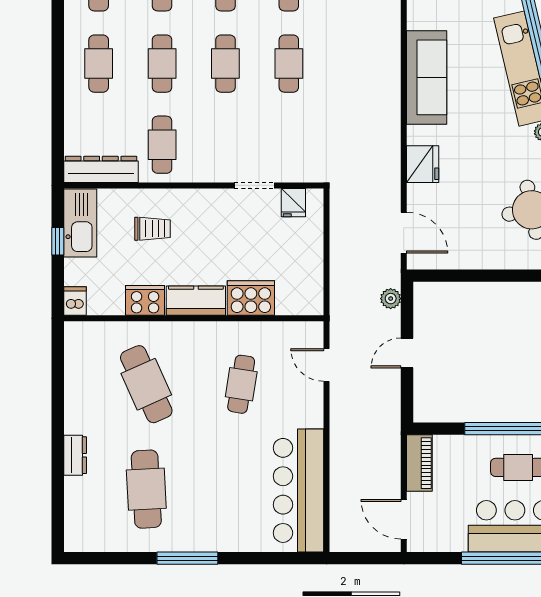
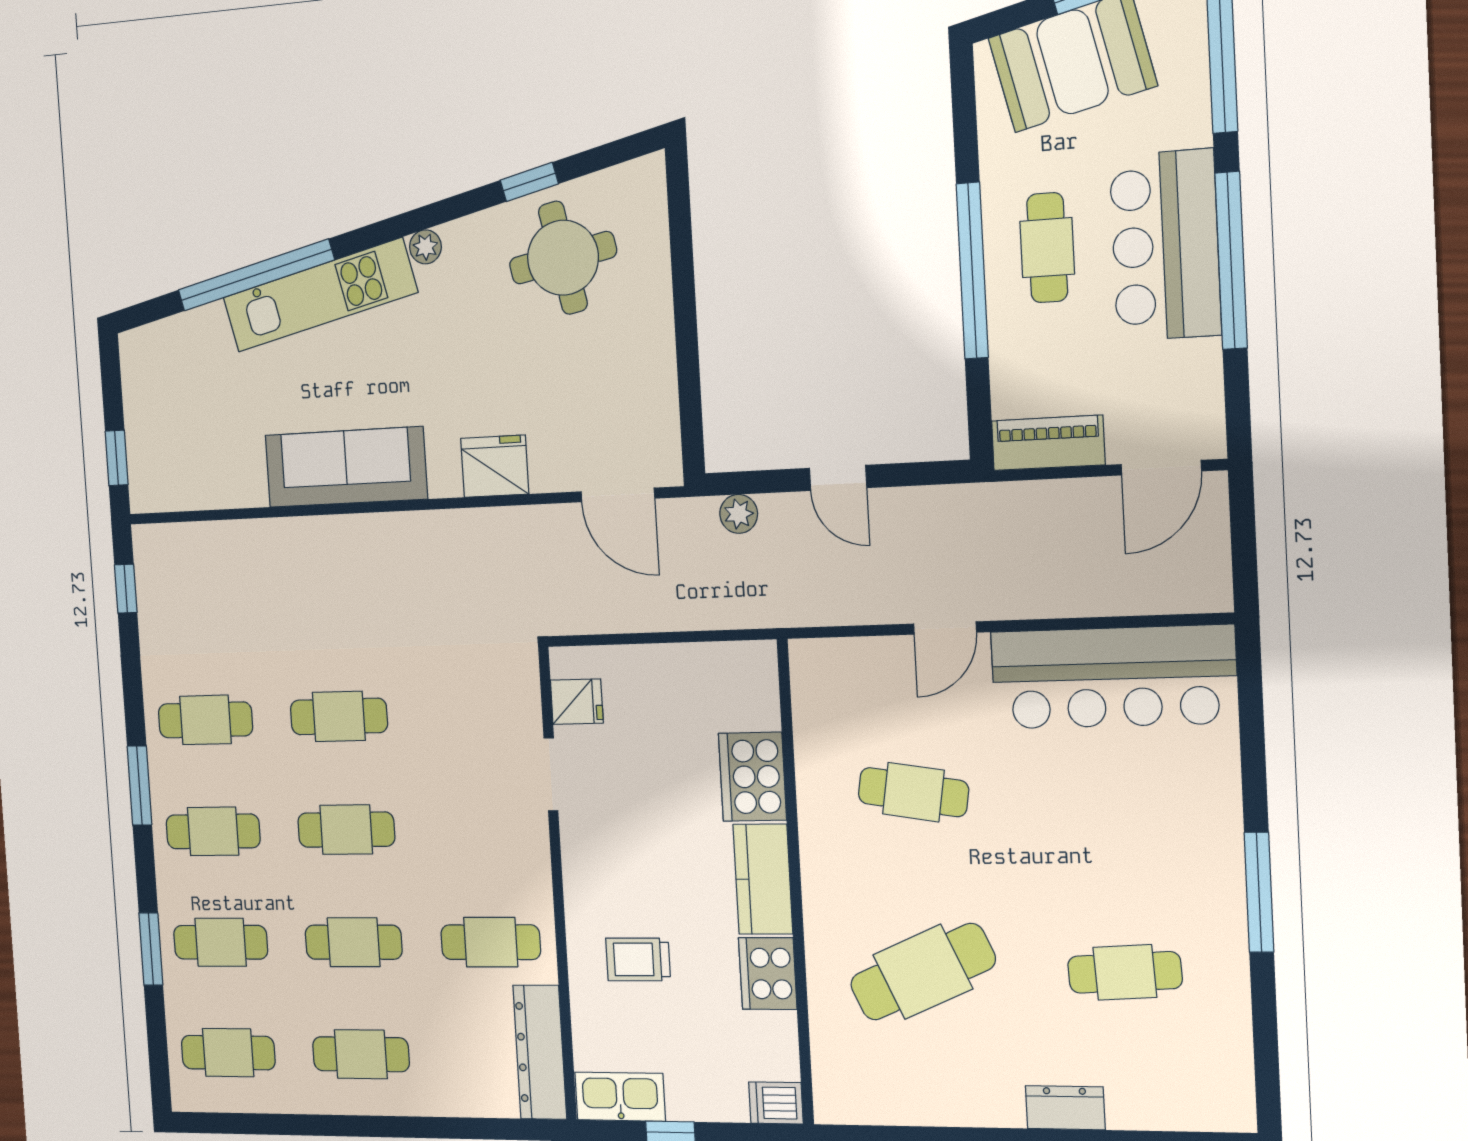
kitchen sink: (80, 223) -> (620, 1097), width x0.73, depth x0.81
trolley: (153, 229) -> (638, 959), turned -90
door: (404, 233) -> (618, 495), swing flipped
door: (327, 365) -> (945, 628), moved
cafe table: (146, 489) -> (1125, 972), width x0.73, depth x0.74

